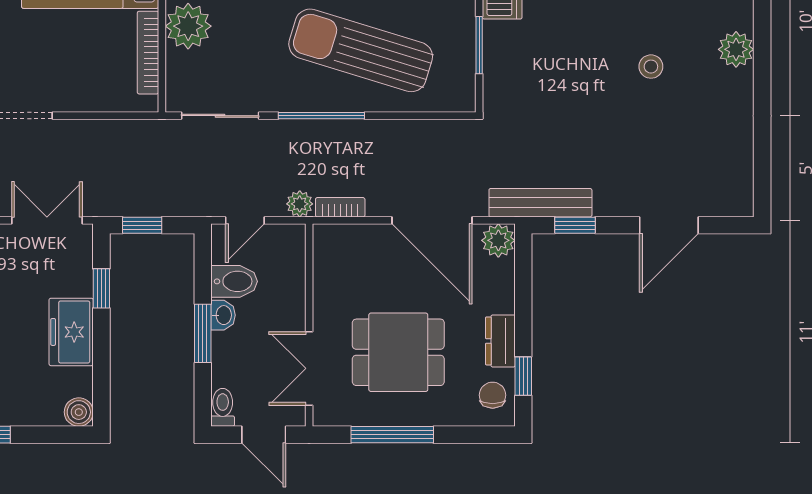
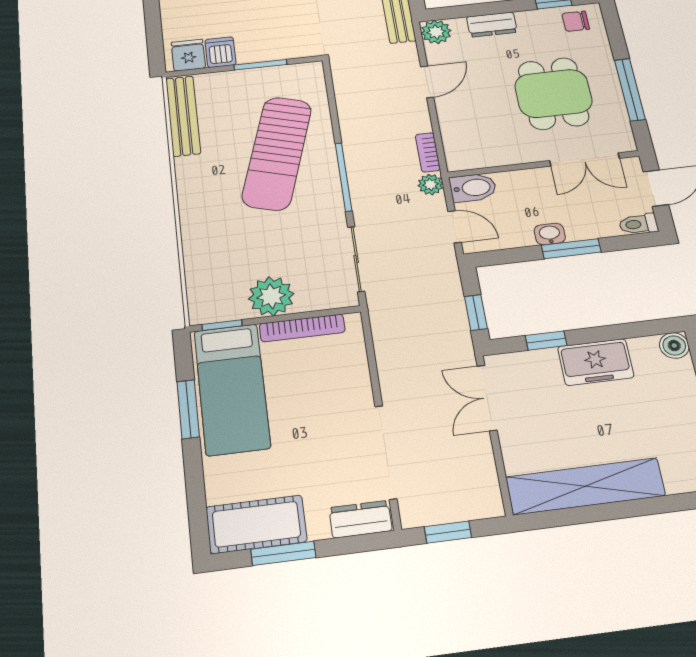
door: (432, 220) -> (427, 82), width x0.53
bidet: (234, 281) -> (473, 188), moved, turned 90
dresser: (500, 341) -> (492, 24), moved

